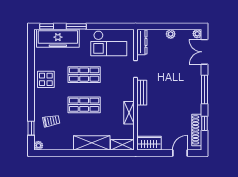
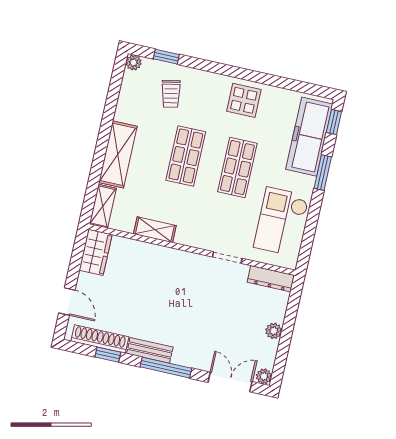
bench: (142, 93) -> (150, 350), moved

